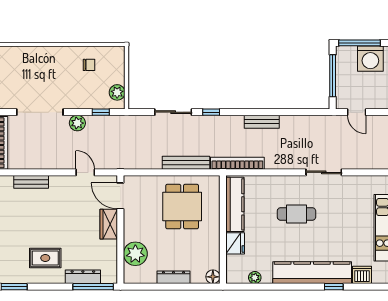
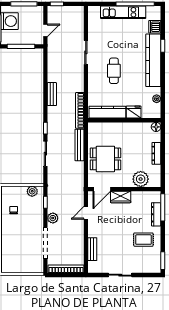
dining table: (182, 207) -> (105, 159), moved
rug: (45, 258) -> (143, 240), turned 90

